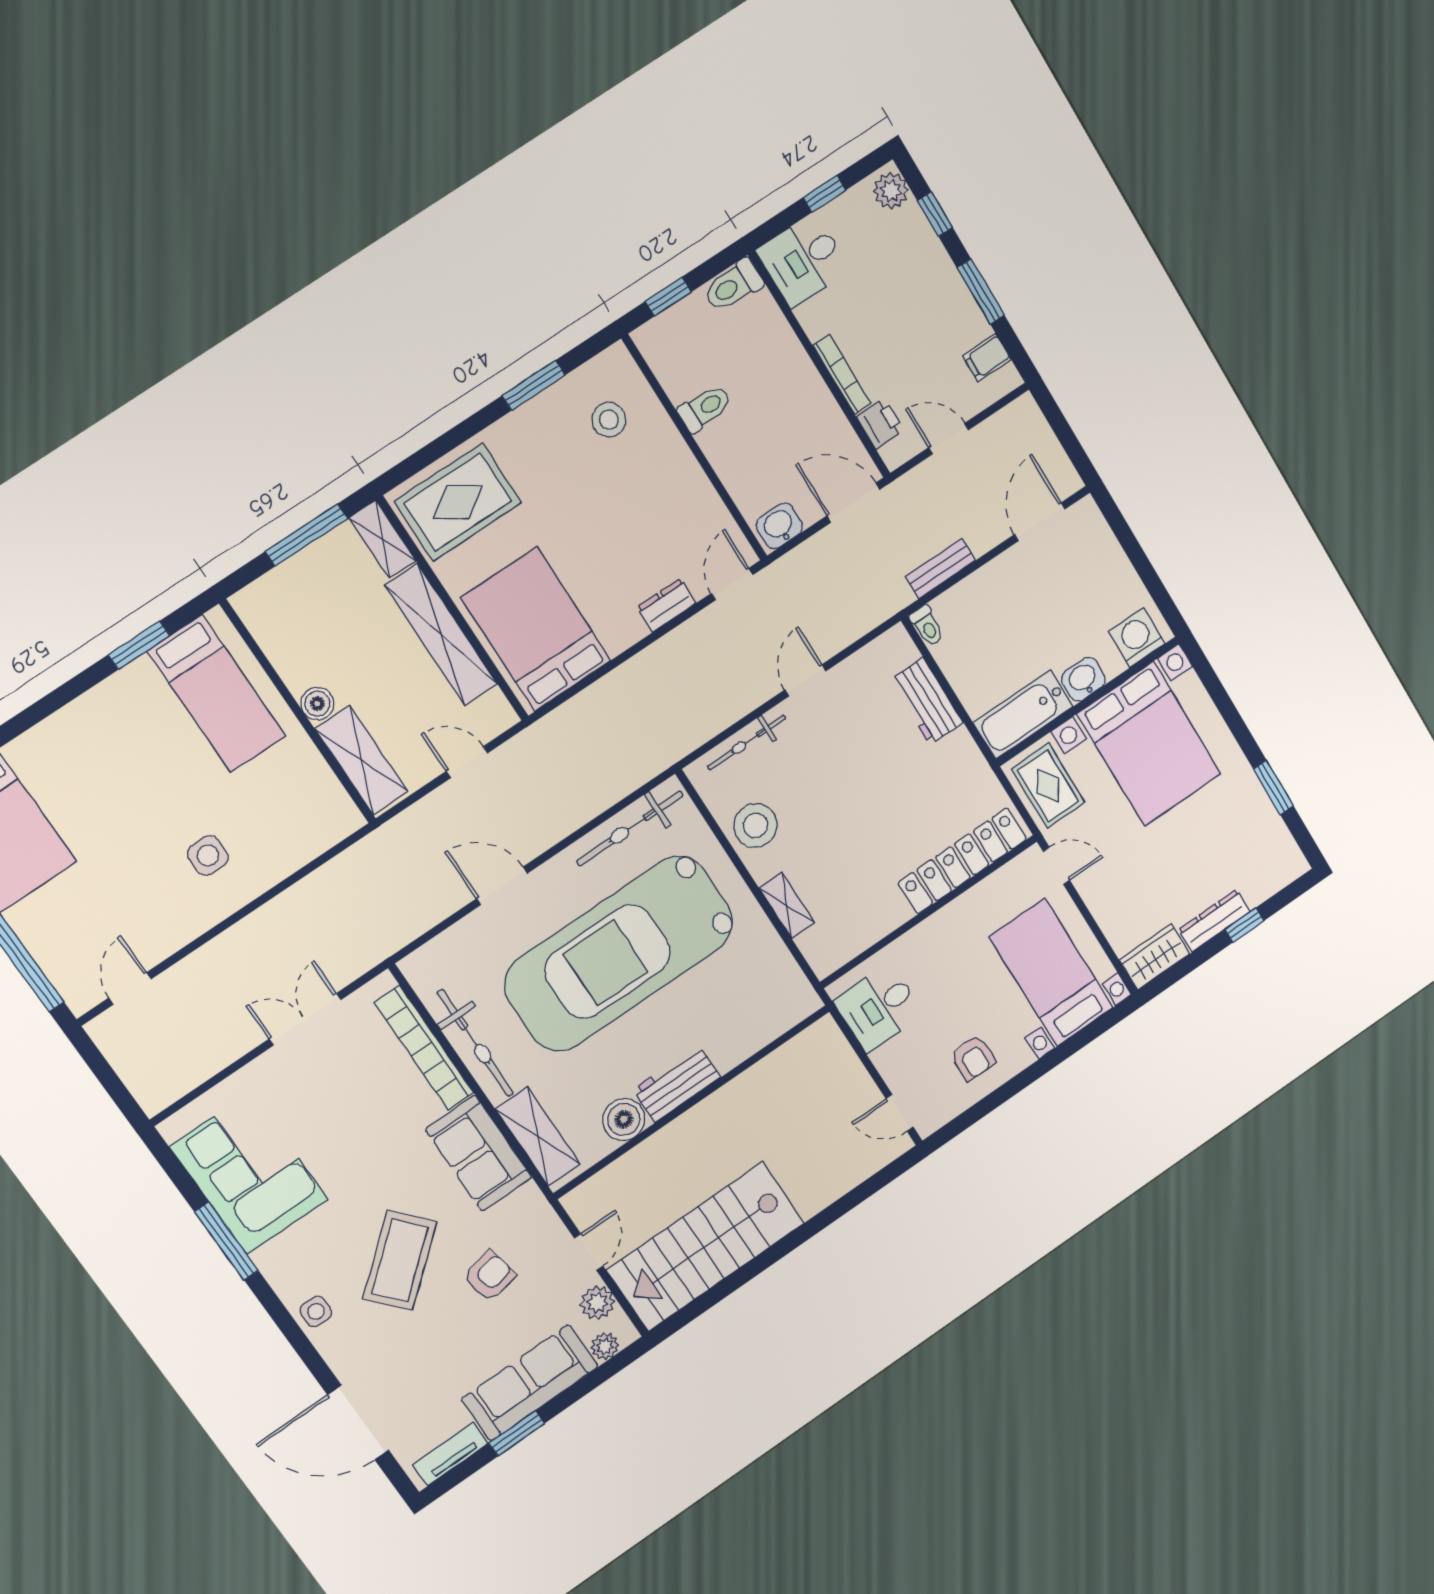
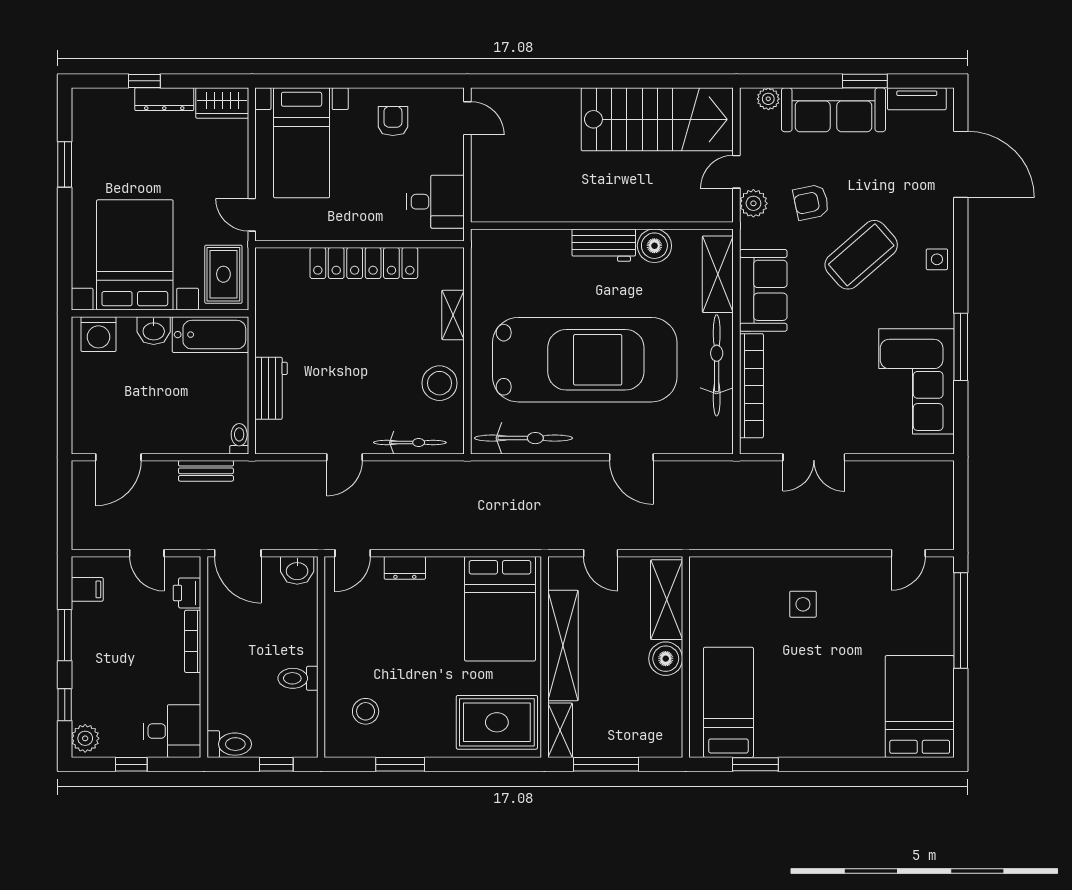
boiler: (317, 704) -> (666, 659), width x1.36, depth x1.36
locker: (962, 861) -> (364, 263), moved
plant: (597, 1303) -> (753, 203), moved

